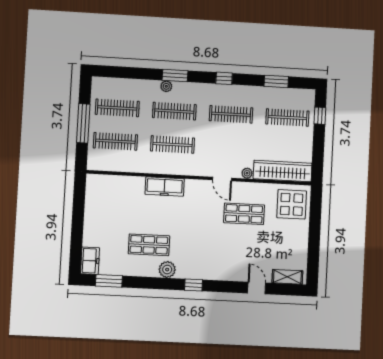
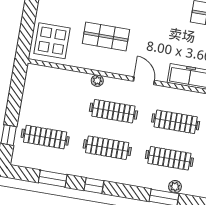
window: (224, 78) -> (94, 186), moved
clothes rail: (229, 148) -> (113, 111), added
wardrobe: (283, 171) -> (58, 78), removed
door: (222, 179) -> (144, 81), moved

